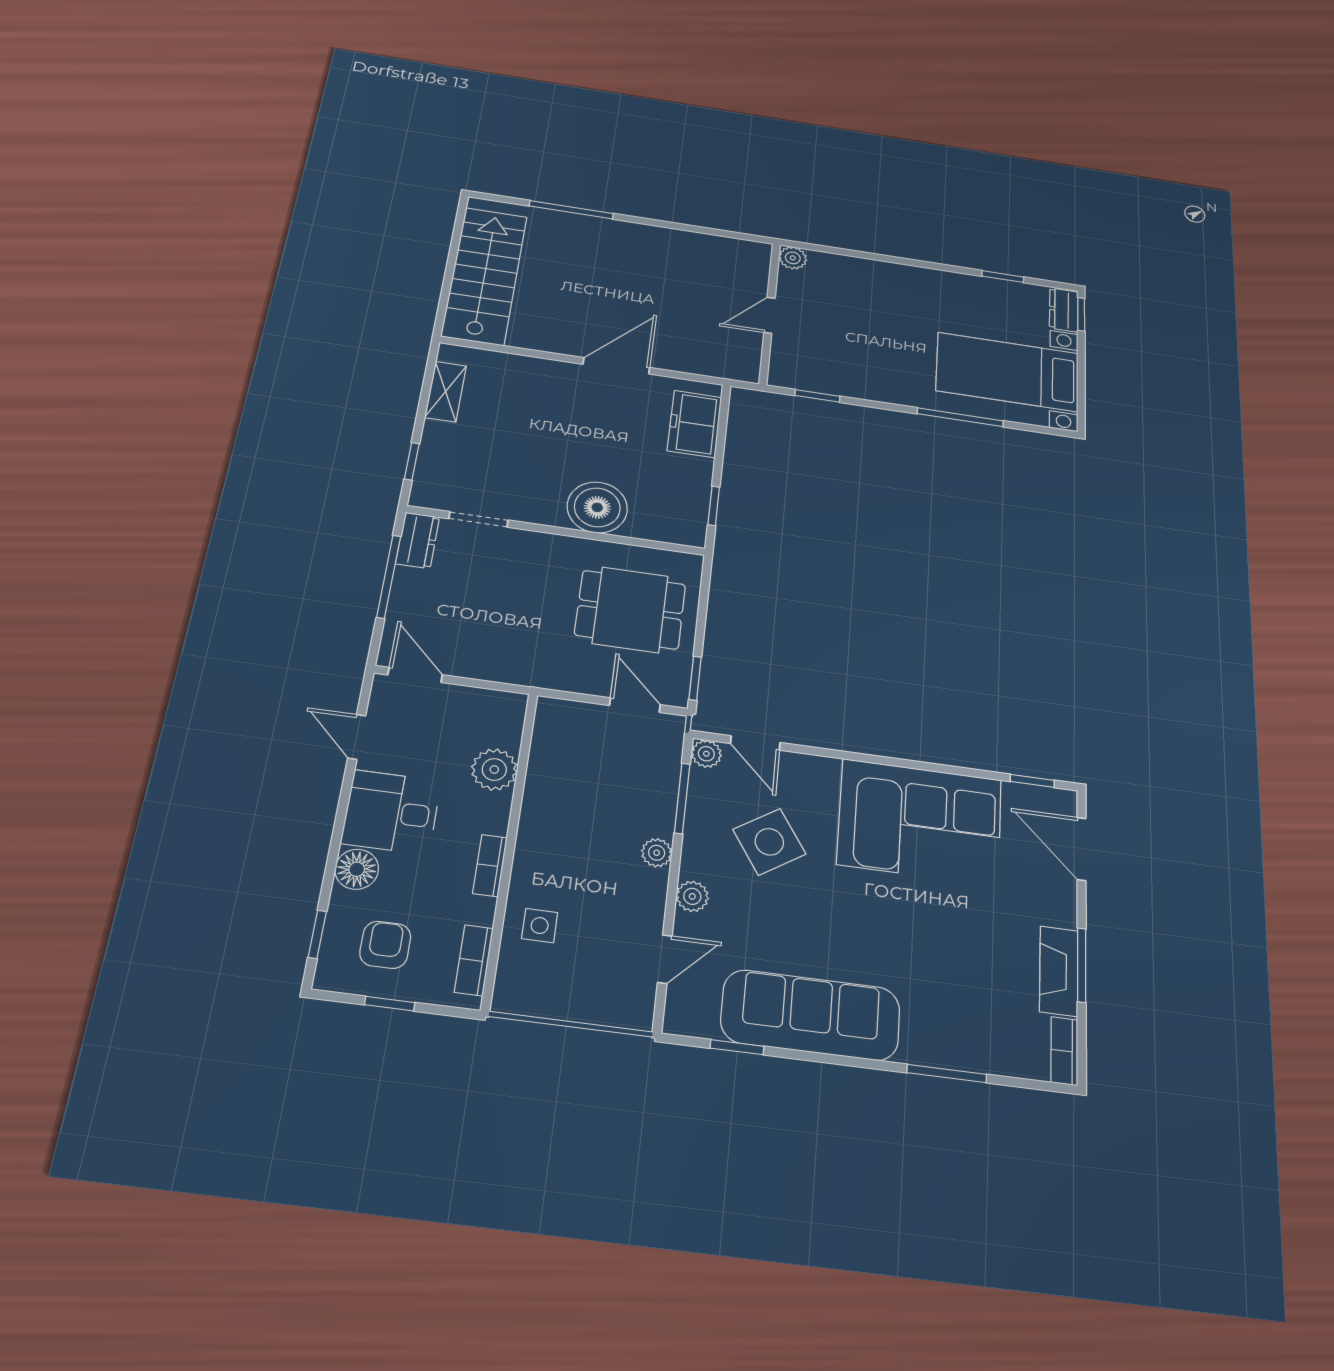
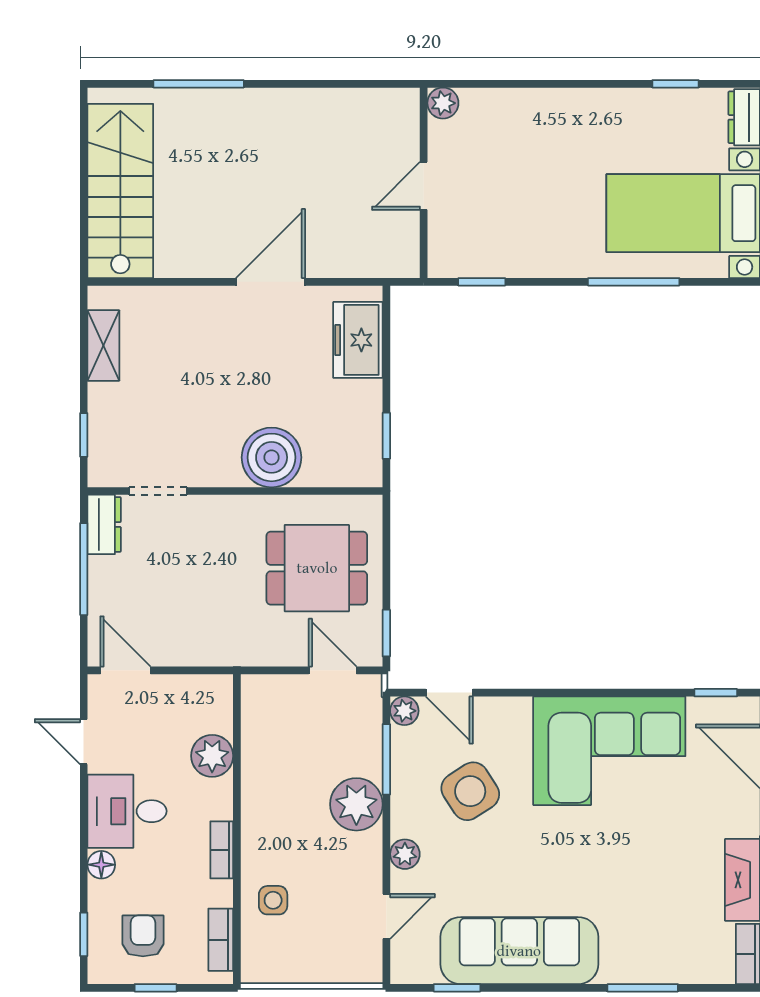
plant: (657, 853) -> (356, 804), width x1.87, depth x1.87
floor lamp: (357, 869) -> (101, 865), width x0.73, depth x0.73

